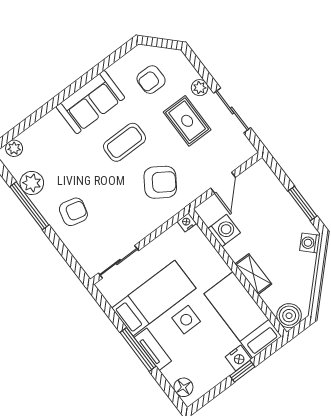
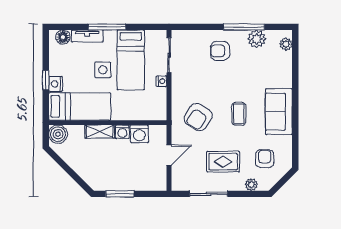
plant: (200, 88) -> (251, 185), moved
coffee table: (125, 142) -> (239, 114), width x0.73, depth x0.77
door: (223, 183) -> (169, 155), swing flipped
armchair: (73, 212) -> (220, 51), turned 76
nightstand: (187, 222) -> (162, 81), moved
washing machine: (310, 243) -> (122, 132), moved, turned 135
tv unit: (153, 349) -> (87, 36), moved

